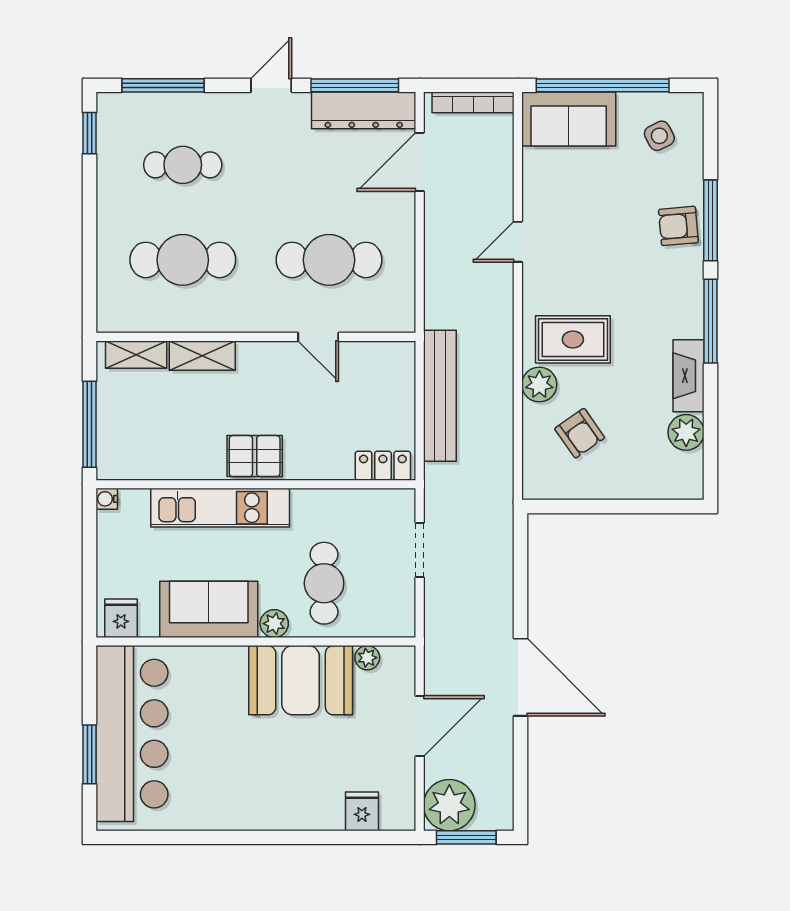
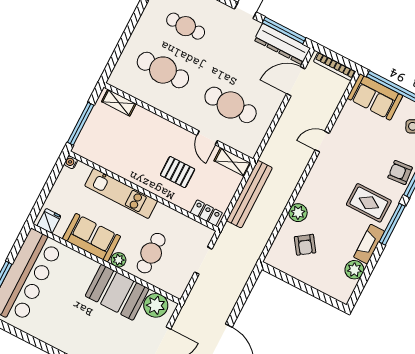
rug: (573, 339) -> (369, 203), moved
shelving: (202, 356) -> (233, 162), moved
pallet: (255, 456) -> (178, 172), moved
plant: (367, 658) -> (156, 305), width x1.87, depth x1.87

